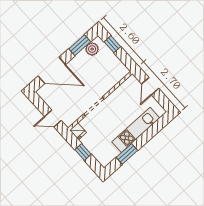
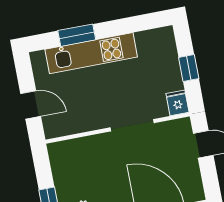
door: (150, 86) -> (31, 105), hinge flipped
window: (127, 154) -> (77, 35), moved

